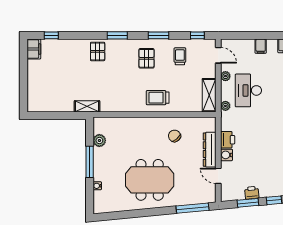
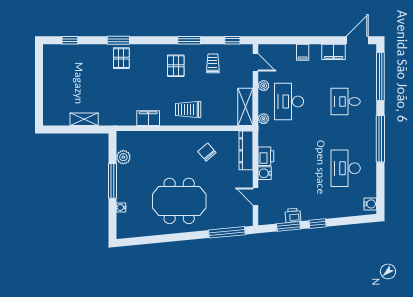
window: (117, 35) -> (118, 40), moved
filing cabinet: (34, 49) -> (148, 118), moved, turned -90
shelving: (87, 106) -> (84, 119), moved
dresser: (210, 150) -> (246, 150), moved

